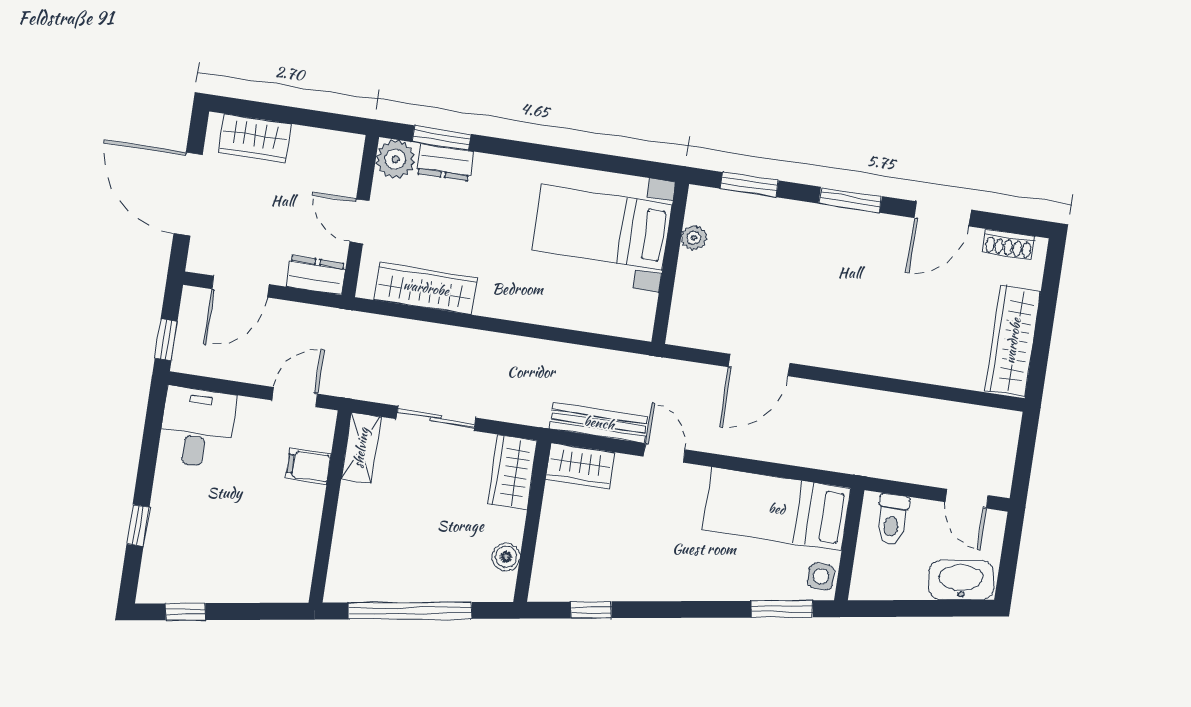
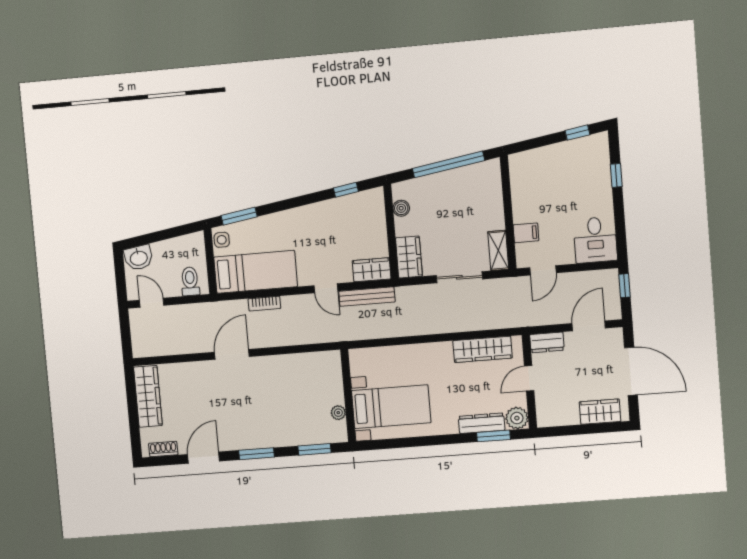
dresser: (445, 162) -> (482, 423), width x1.44
door: (360, 221) -> (529, 378), swing flipped
door: (759, 365) -> (232, 354), moved
bookcase: (775, 452) -> (264, 304), added
washbasin: (961, 580) -> (139, 258), width x0.72

